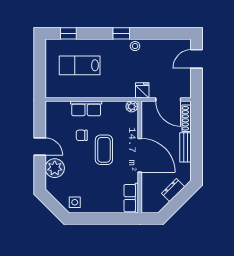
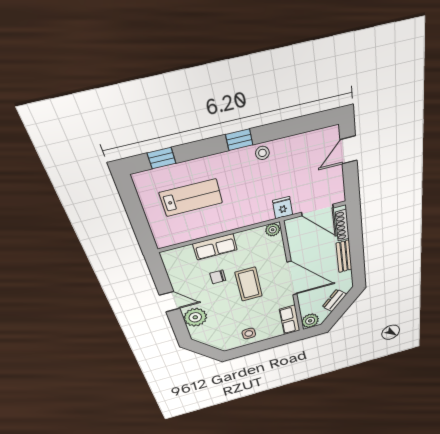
lab bench: (80, 65) -> (191, 198), turned 180
side table: (75, 202) -> (249, 334), moved
plant: (149, 205) -> (310, 321), added

